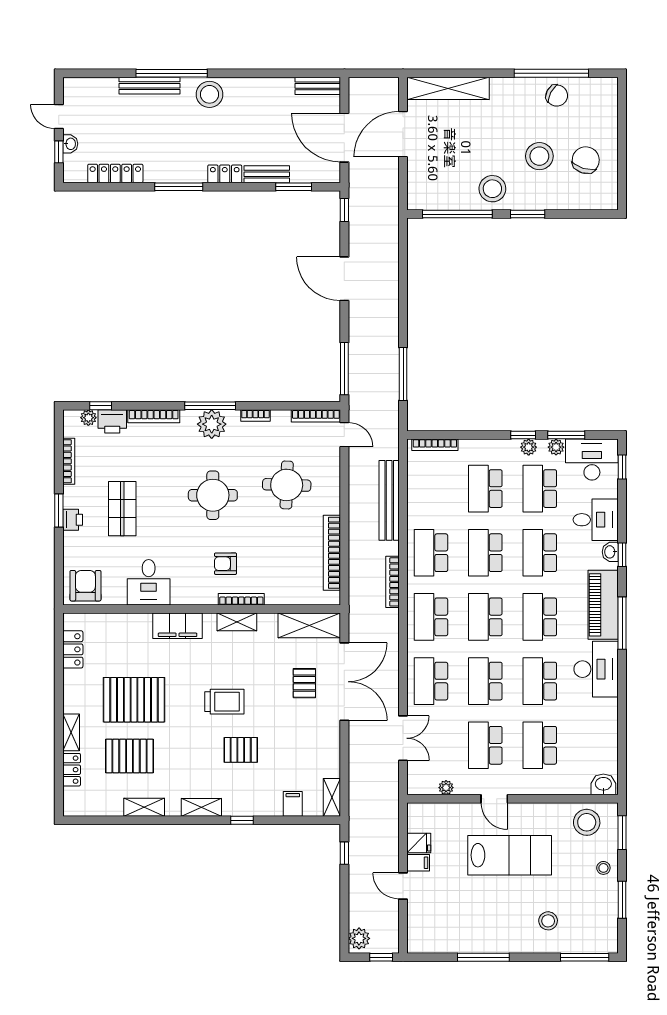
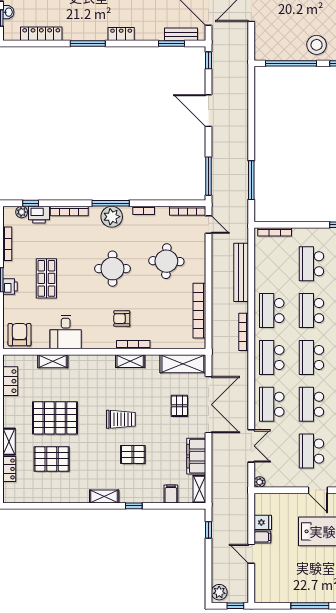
bench: (267, 174) -> (181, 34), moved
filing cabinet: (178, 626) -> (196, 456), moved, turned 90
plant: (446, 788) -> (260, 482), moved
shelving: (144, 807) -> (53, 361), moved

